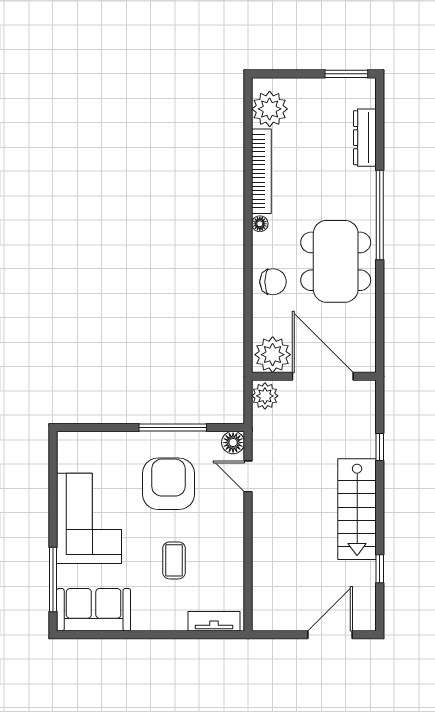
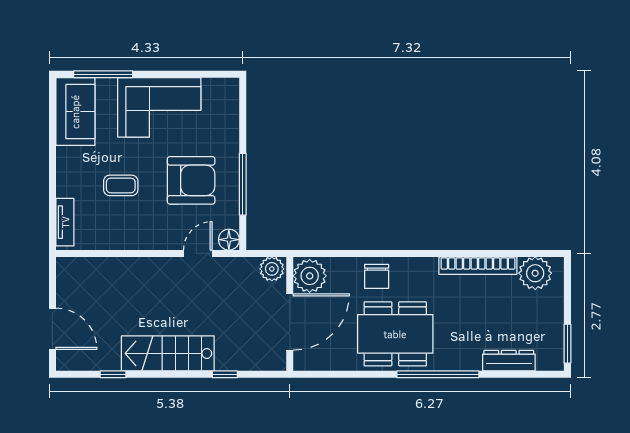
floor lamp: (260, 224) -> (430, 264), removed

